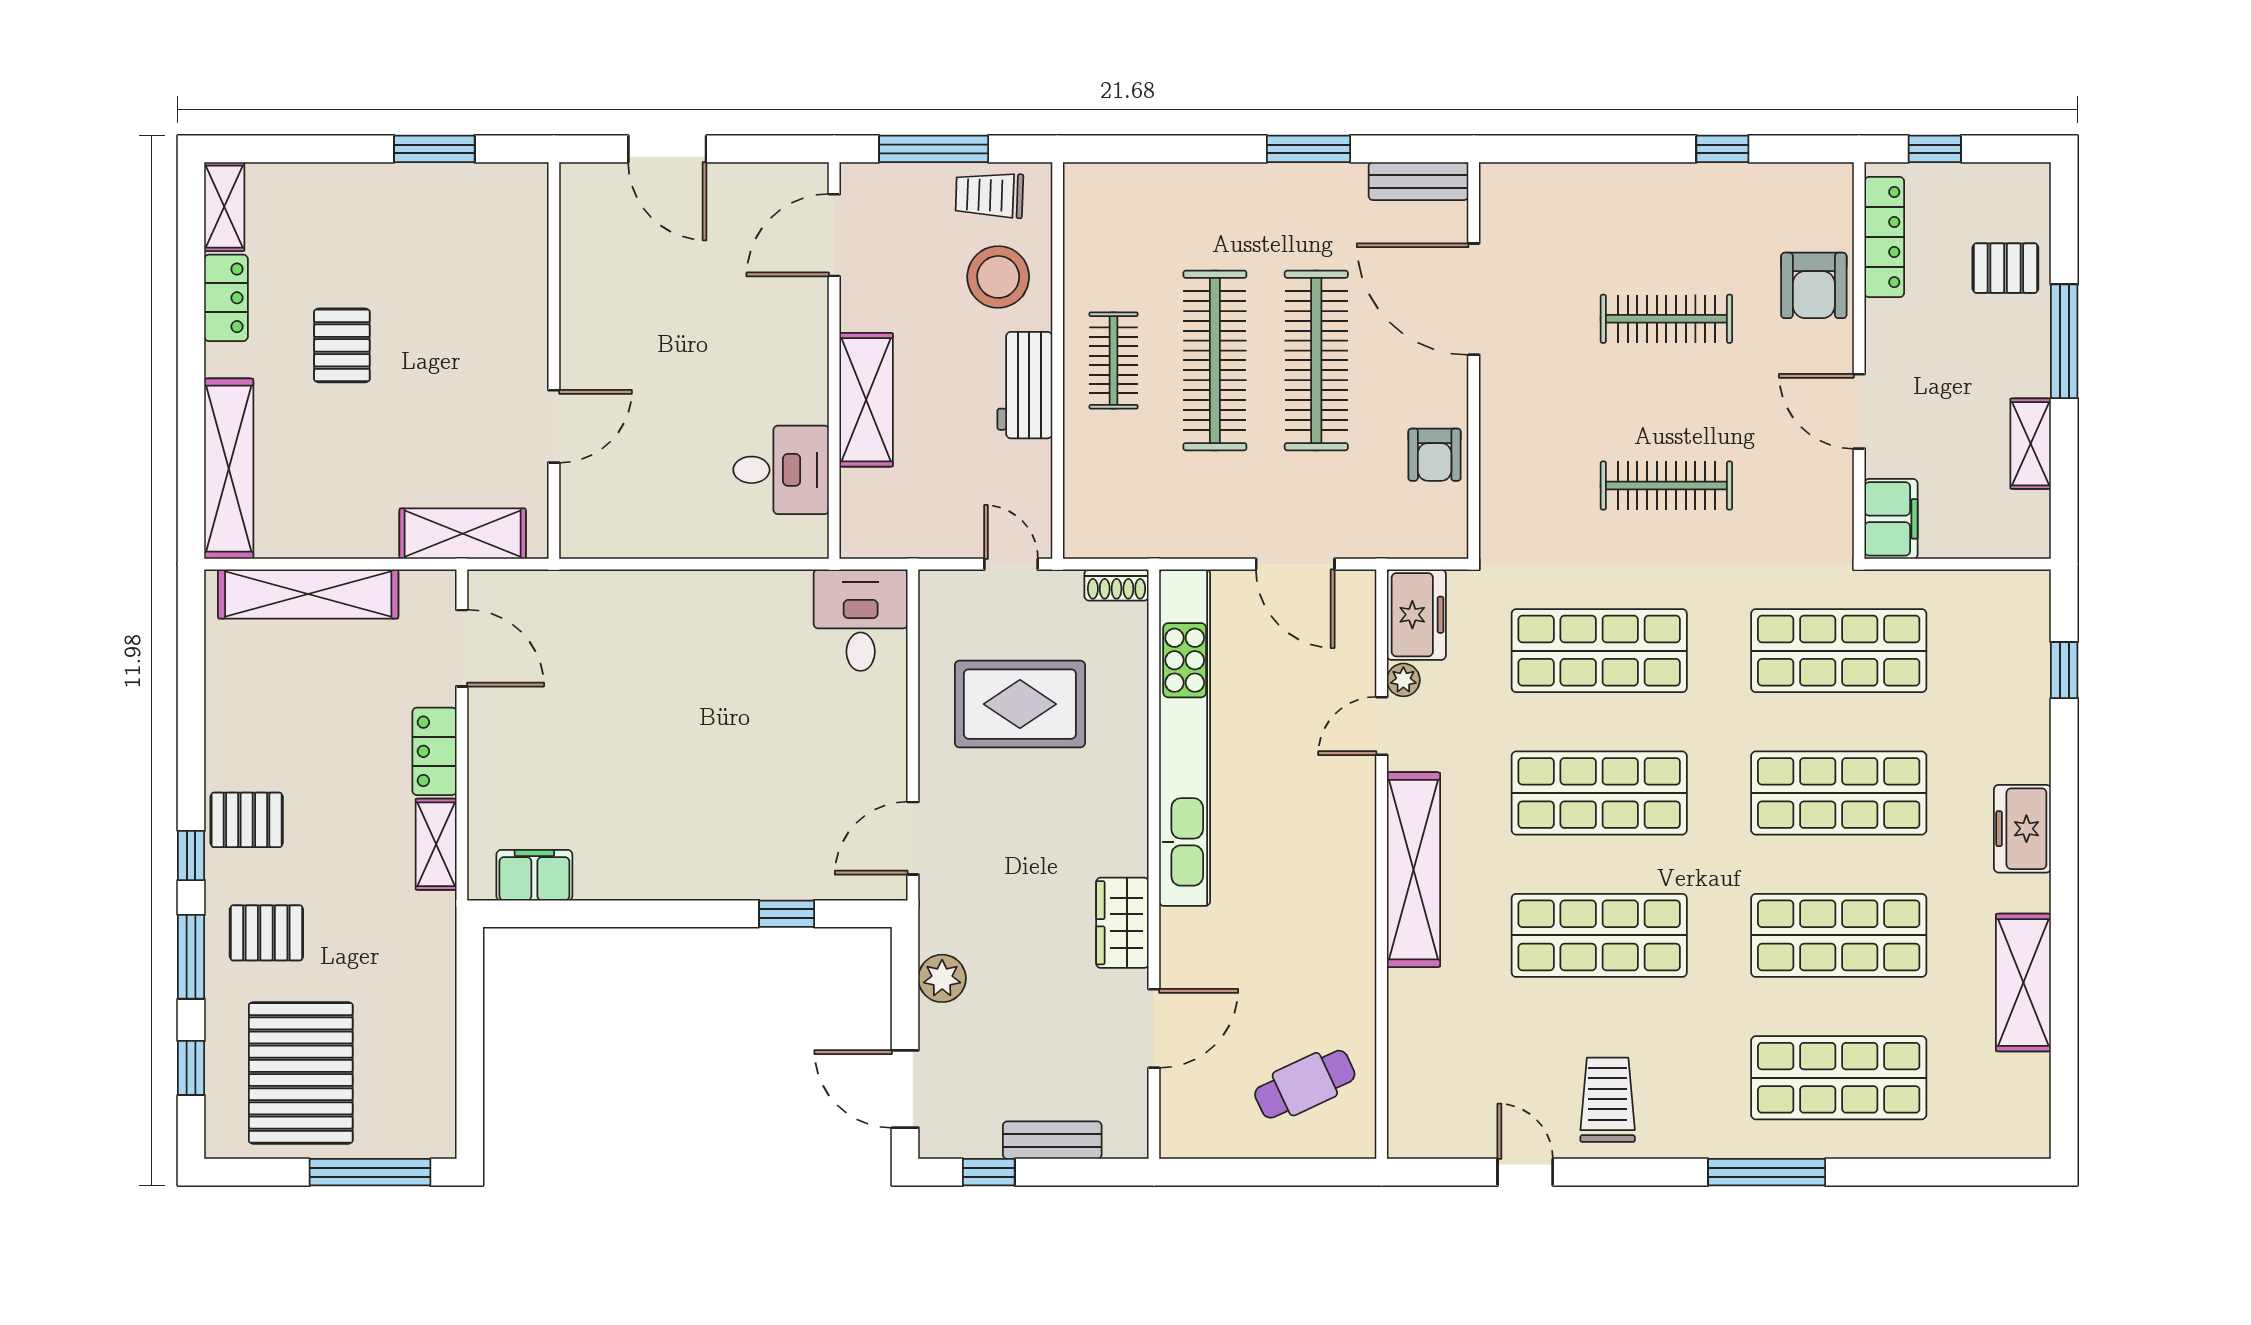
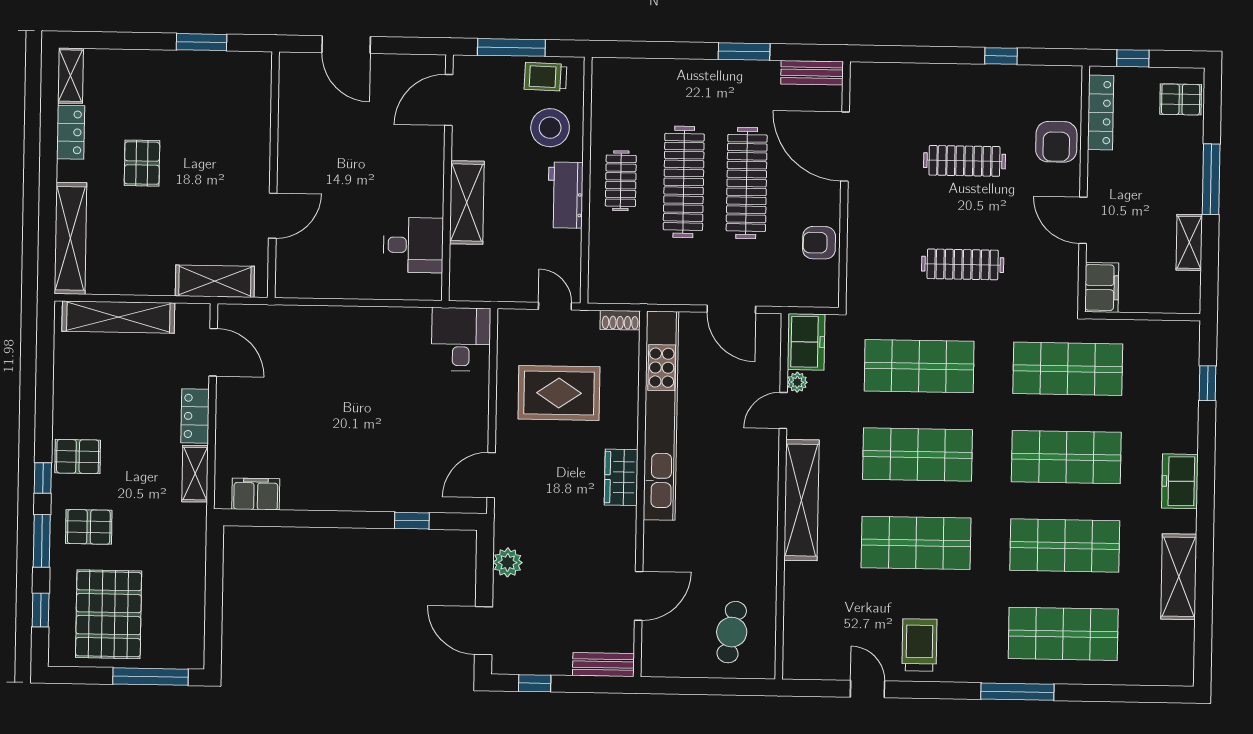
pallet: (2005, 268) -> (1181, 99), moved
armchair: (1435, 455) -> (819, 243), turned 90
wardrobe: (1122, 923) -> (621, 477), moved
cafe table: (1305, 1084) -> (732, 632), turned -55
bench: (1052, 1140) -> (603, 665), moved

